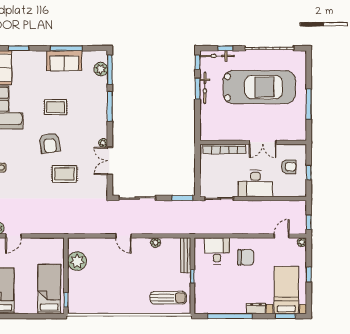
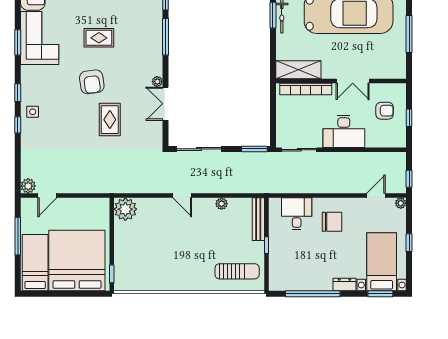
shelving: (218, 133) -> (298, 70), added
rug: (64, 174) -> (110, 120), turned 90
plant: (77, 261) -> (125, 209), moved
bed: (49, 289) -> (77, 260), width x2.04

